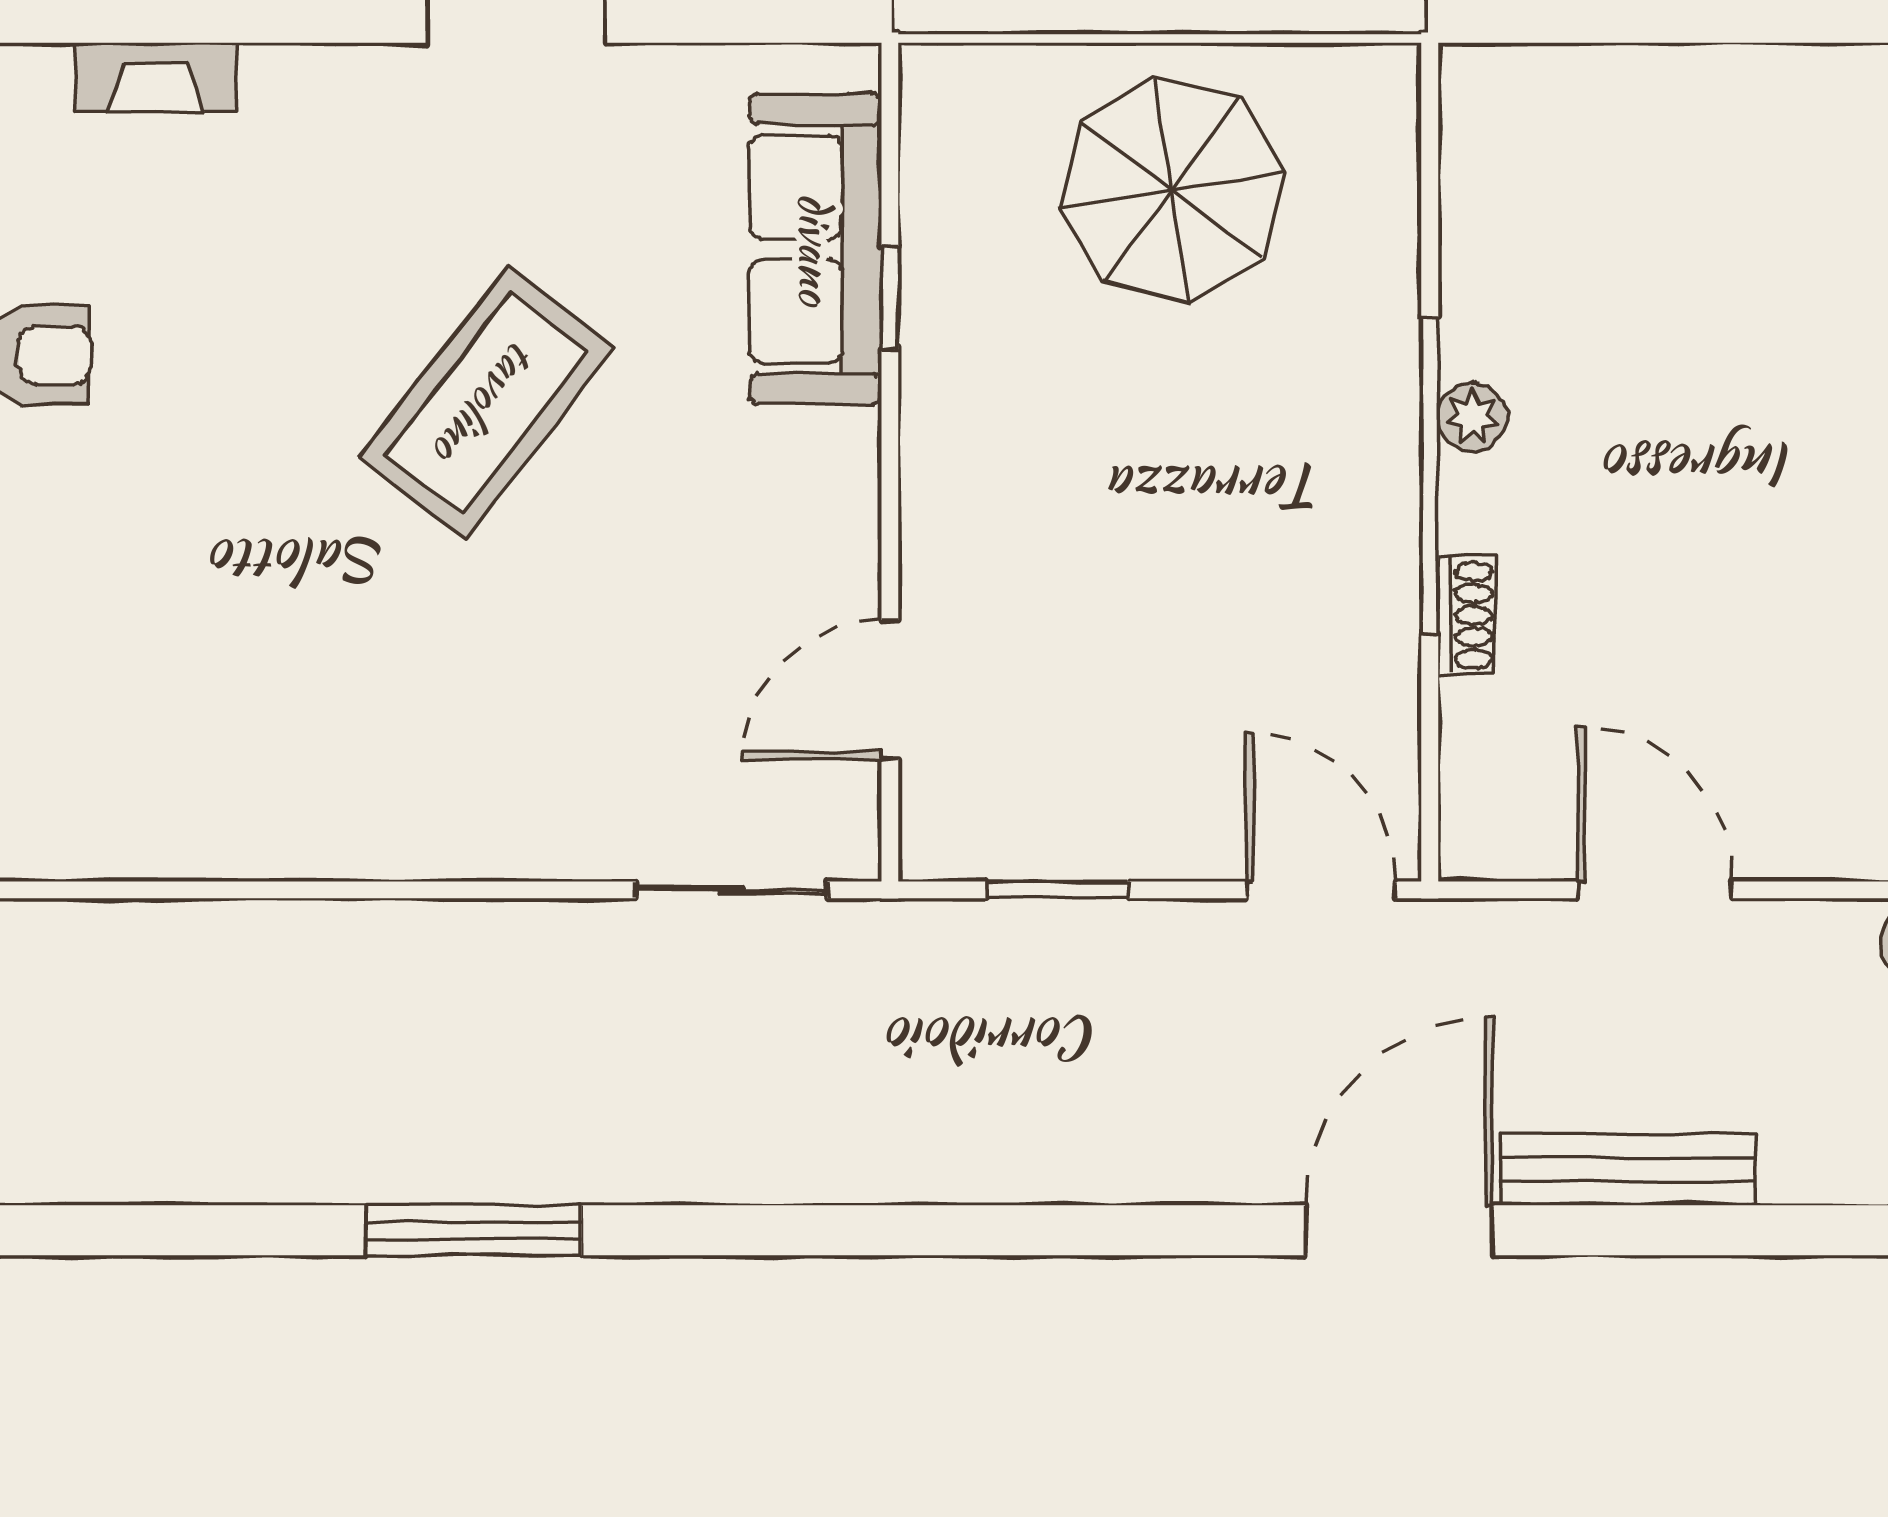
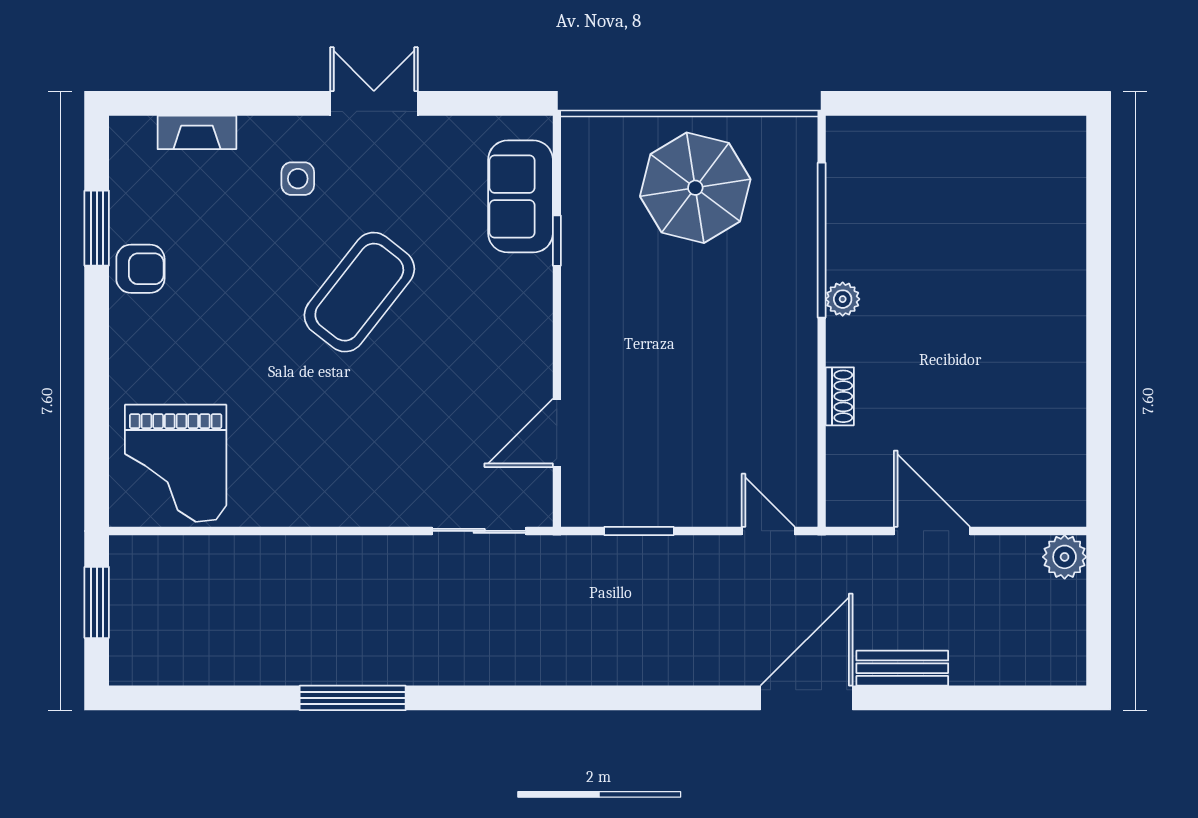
side table: (362, 171) -> (298, 179), added
sofa: (816, 249) -> (520, 196), width x0.73
window: (1430, 476) -> (822, 240), moved
grand piano: (112, 752) -> (176, 463), added
door: (1321, 890) -> (768, 531), width x0.73
bench: (1628, 1170) -> (902, 668), width x0.73

